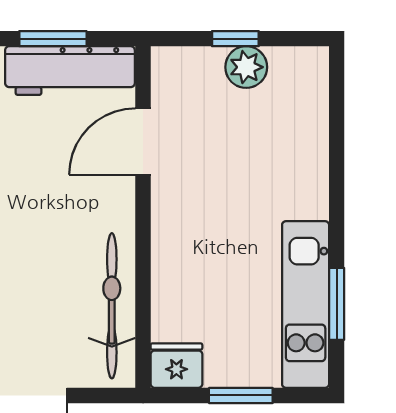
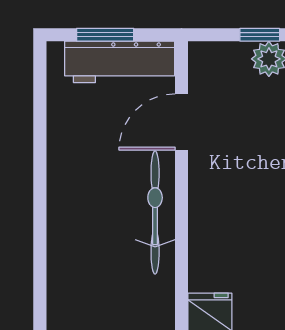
bicycle: (112, 306) -> (155, 212), moved

